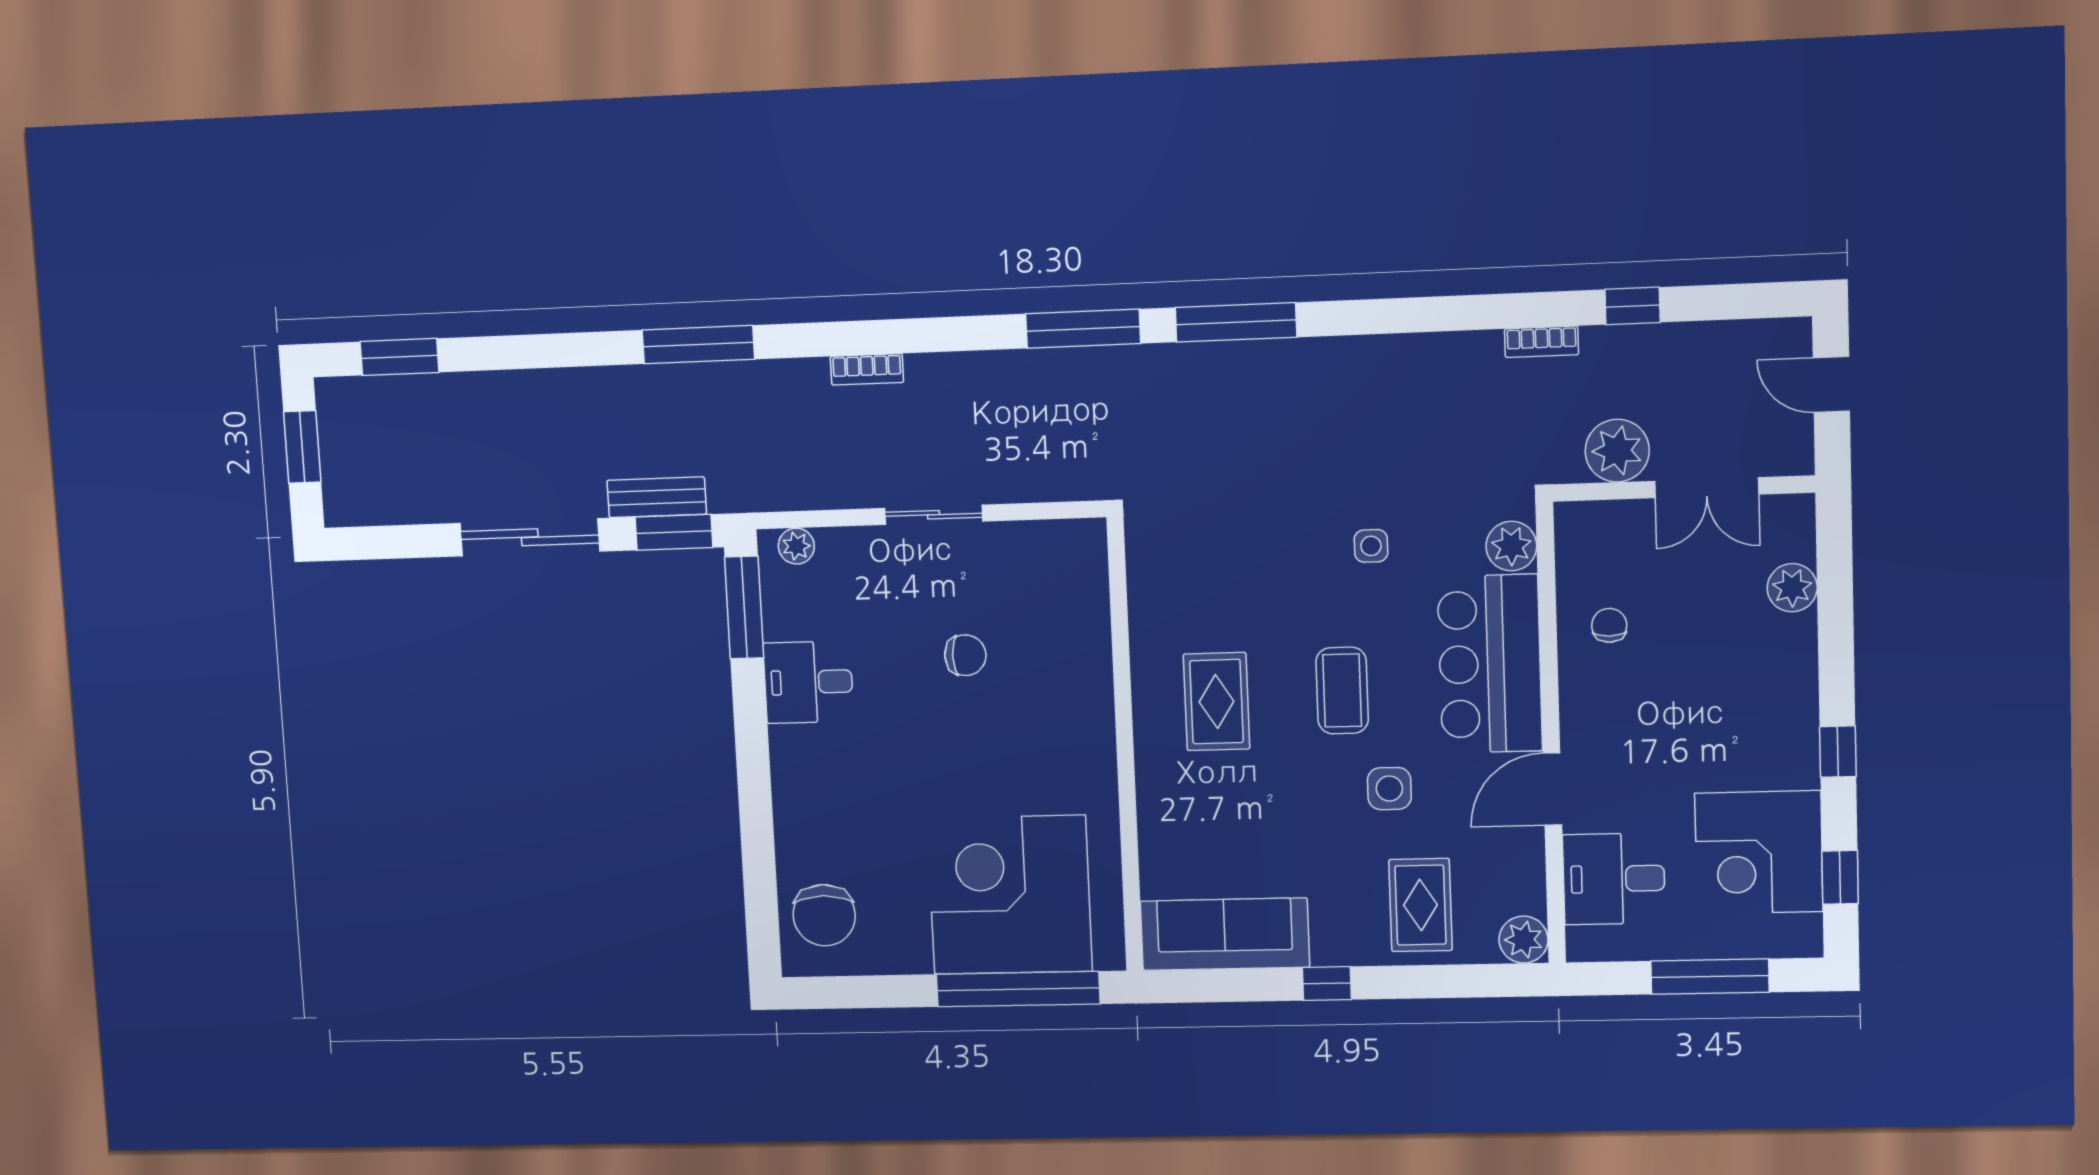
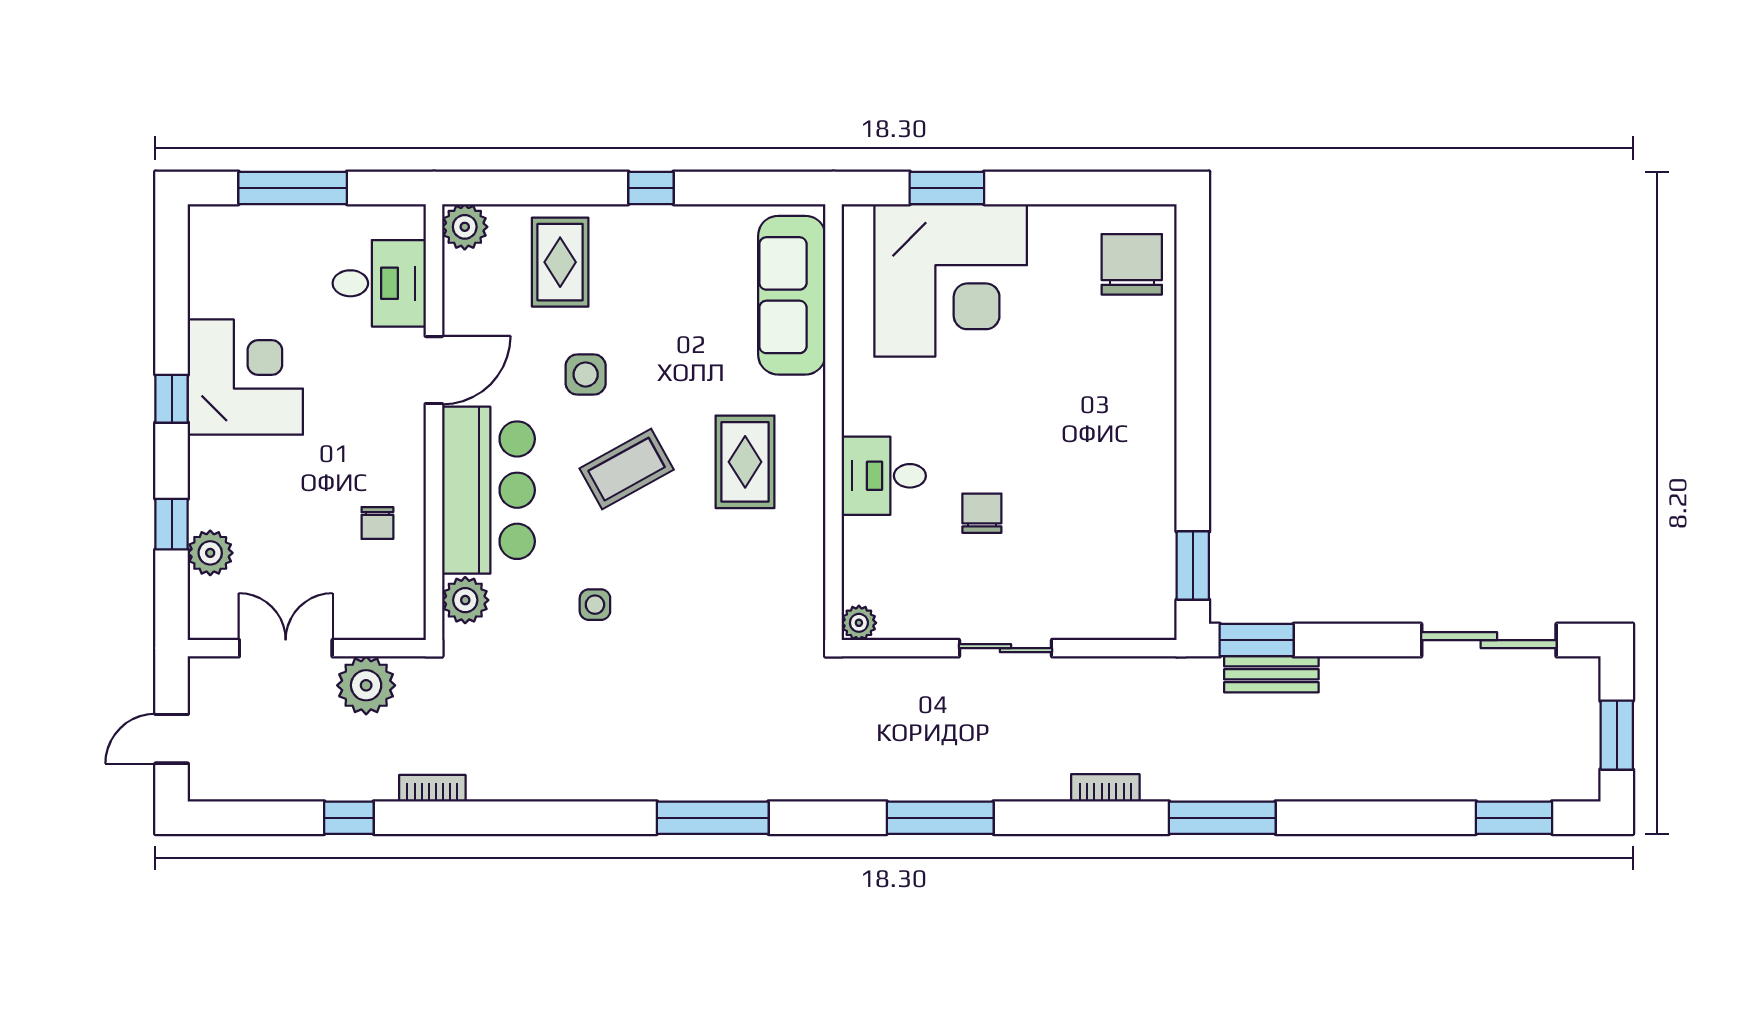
window: (1083, 329) -> (940, 818), moved
bookcase: (867, 369) -> (1105, 788), moved
door: (1831, 385) -> (172, 739), swing flipped
sliding door: (530, 537) -> (1489, 640), moved
plant: (796, 546) -> (859, 623), moved
window: (744, 607) -> (1193, 566), width x0.69
chair: (965, 655) -> (982, 513), turned 90
desk: (808, 682) -> (884, 476), moved, turned 180
coffee table: (1342, 691) -> (627, 469), turned 61
corner desk: (1759, 852) -> (245, 377), moved
window: (1840, 877) -> (172, 524), moved
sofa: (1225, 934) -> (792, 295), moved, turned 90
window: (1018, 989) -> (947, 188), width x0.47

